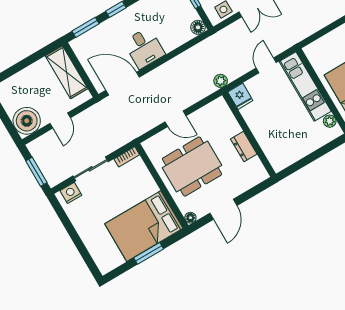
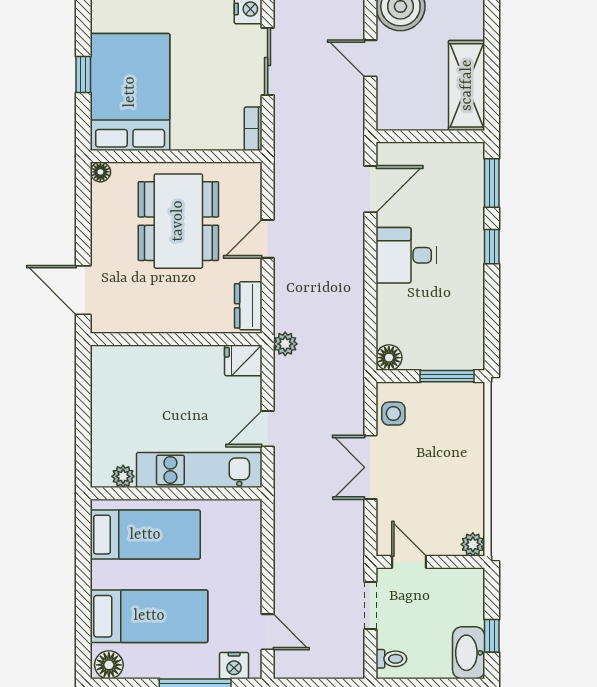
door: (266, 65) -> (268, 429), swing flipped
shelving: (66, 72) -> (467, 85), moved, turned 90
door: (123, 84) -> (370, 189), width x0.73
dresser: (244, 147) -> (248, 306), moved, turned -90
door: (223, 209) -> (83, 290), moved
window: (149, 253) -> (83, 74), width x0.67

